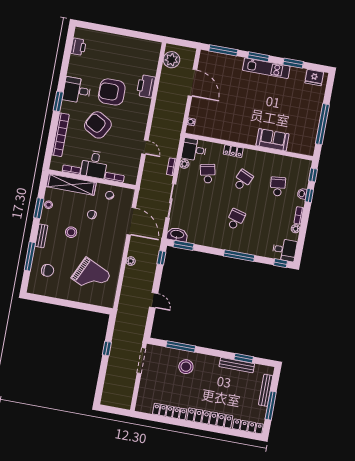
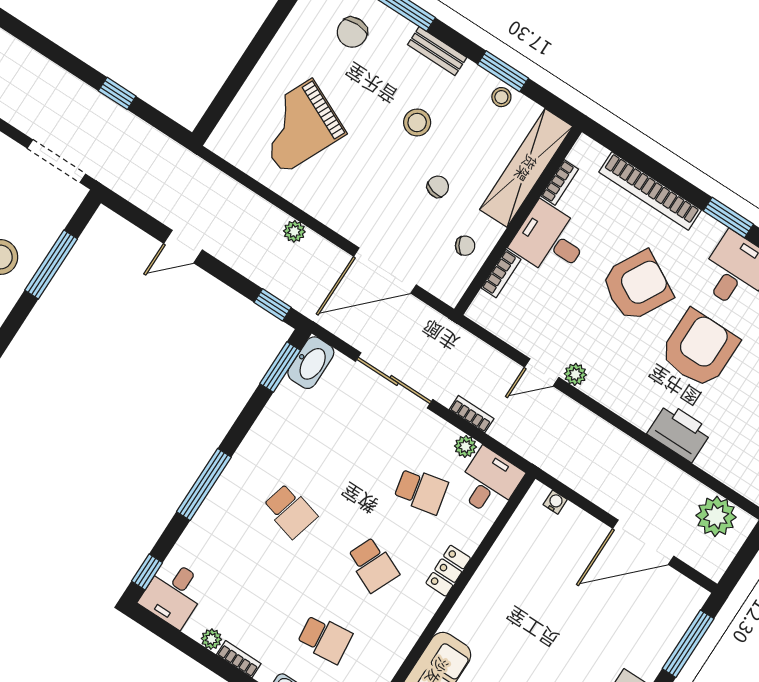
plant: (140, 134) -> (575, 374), added

